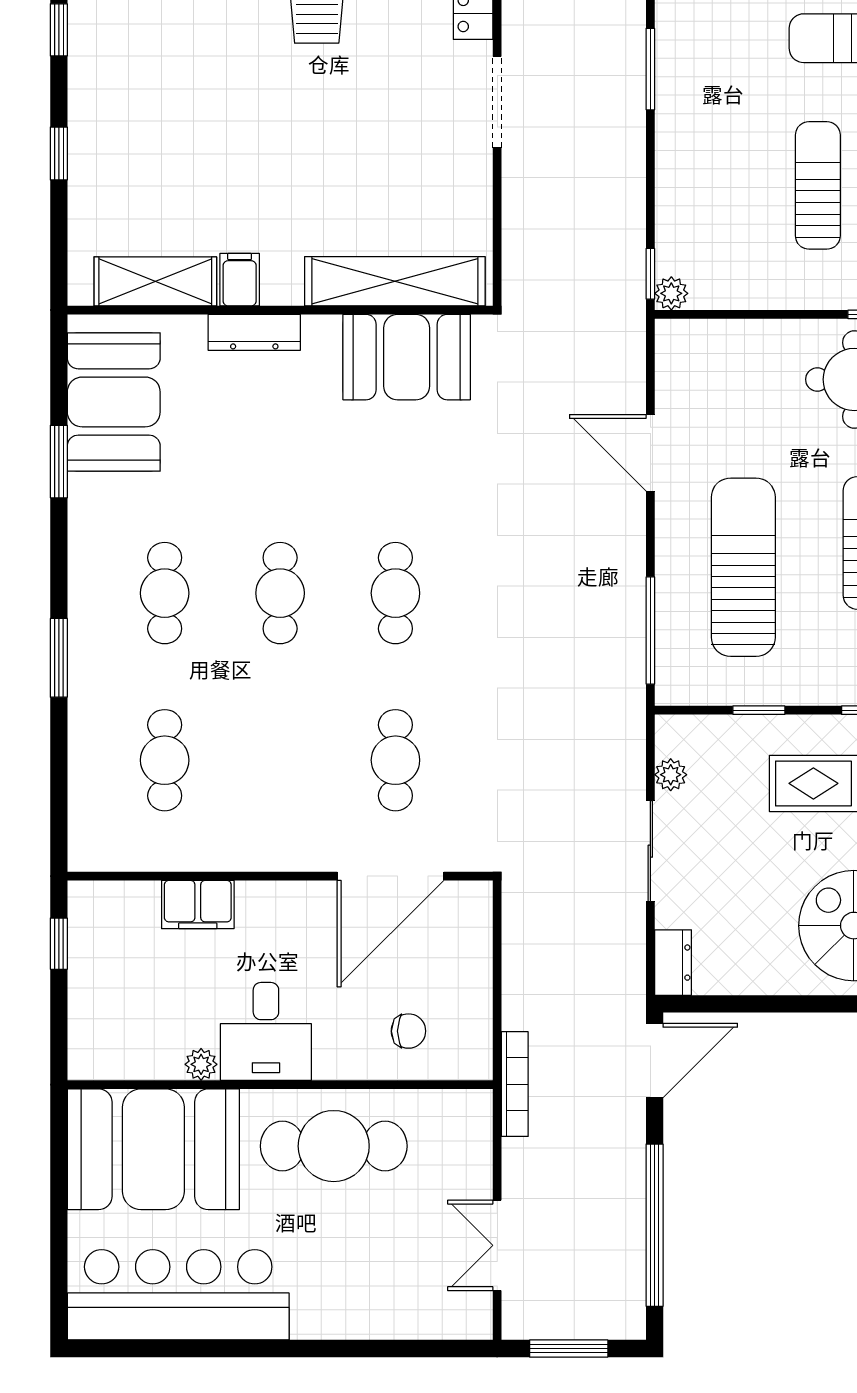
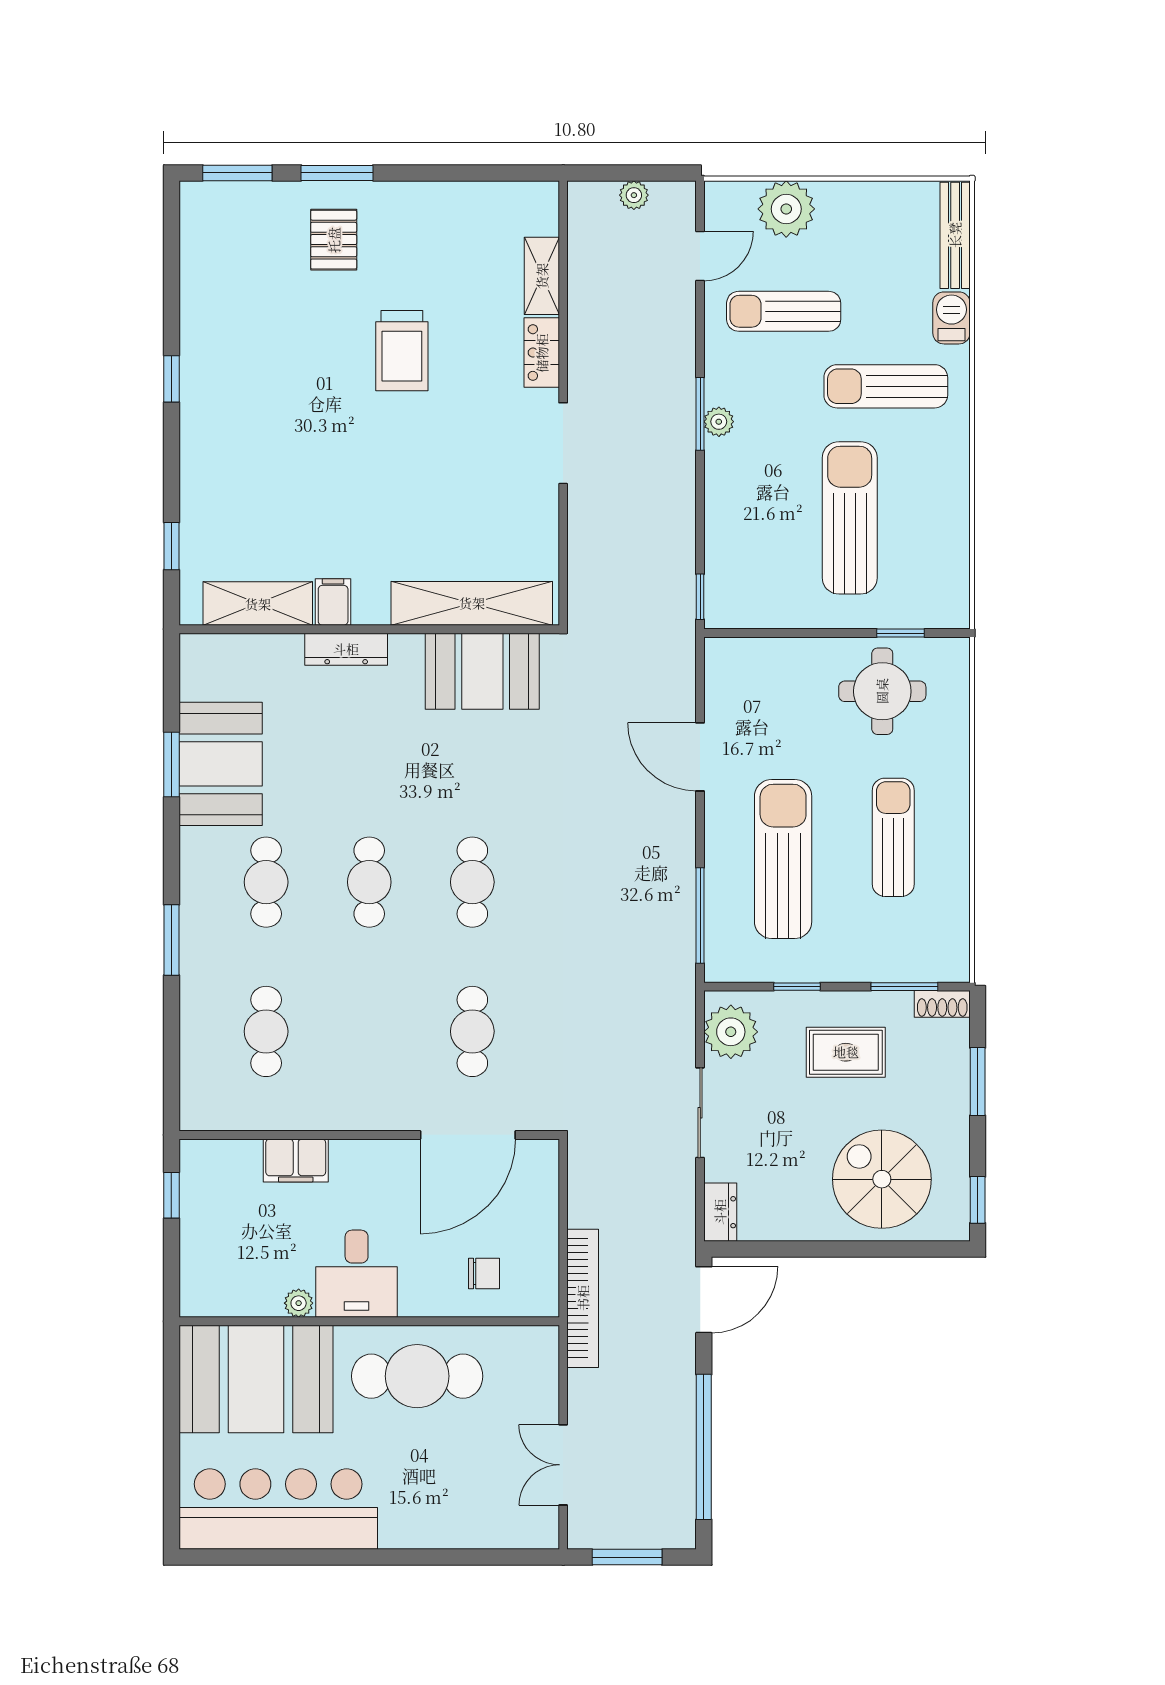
window: (59, 154) -> (171, 546), moved
sun lounger: (818, 185) -> (850, 518), width x1.36, depth x1.34
plant: (671, 293) -> (719, 422), moved
booth: (114, 402) -> (221, 764), moved
plant: (671, 775) -> (731, 1032), width x1.88, depth x1.88
bookcase: (515, 1084) -> (583, 1298), width x1.48, depth x1.31

